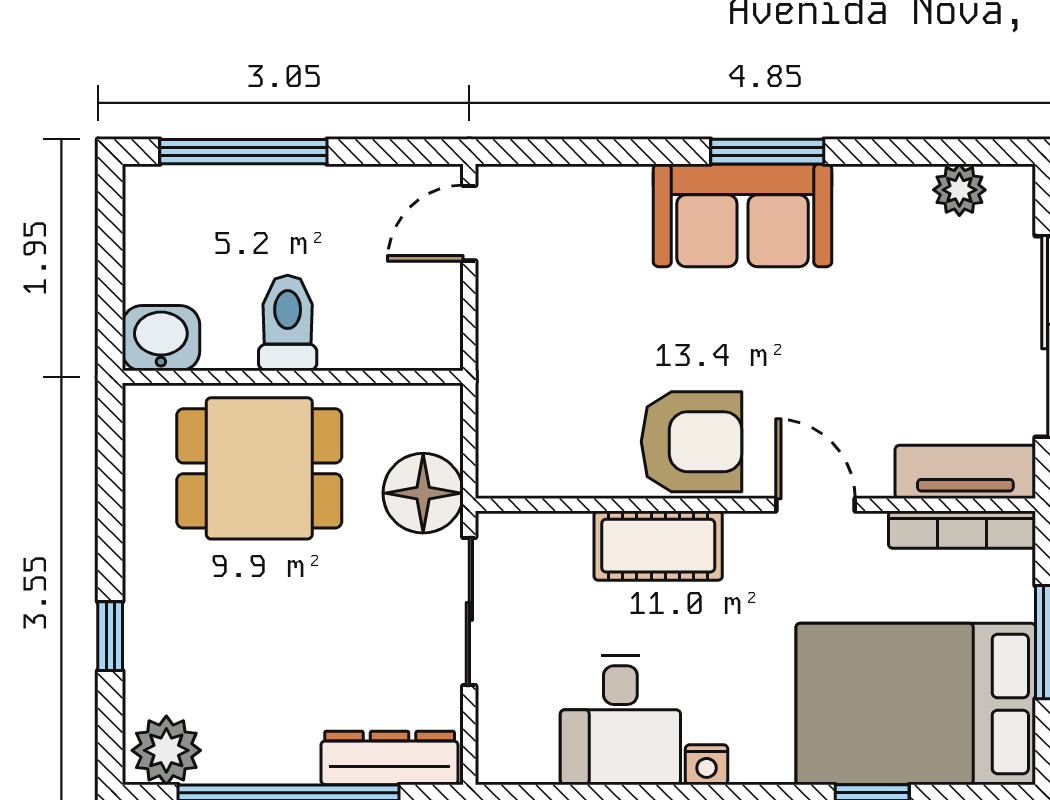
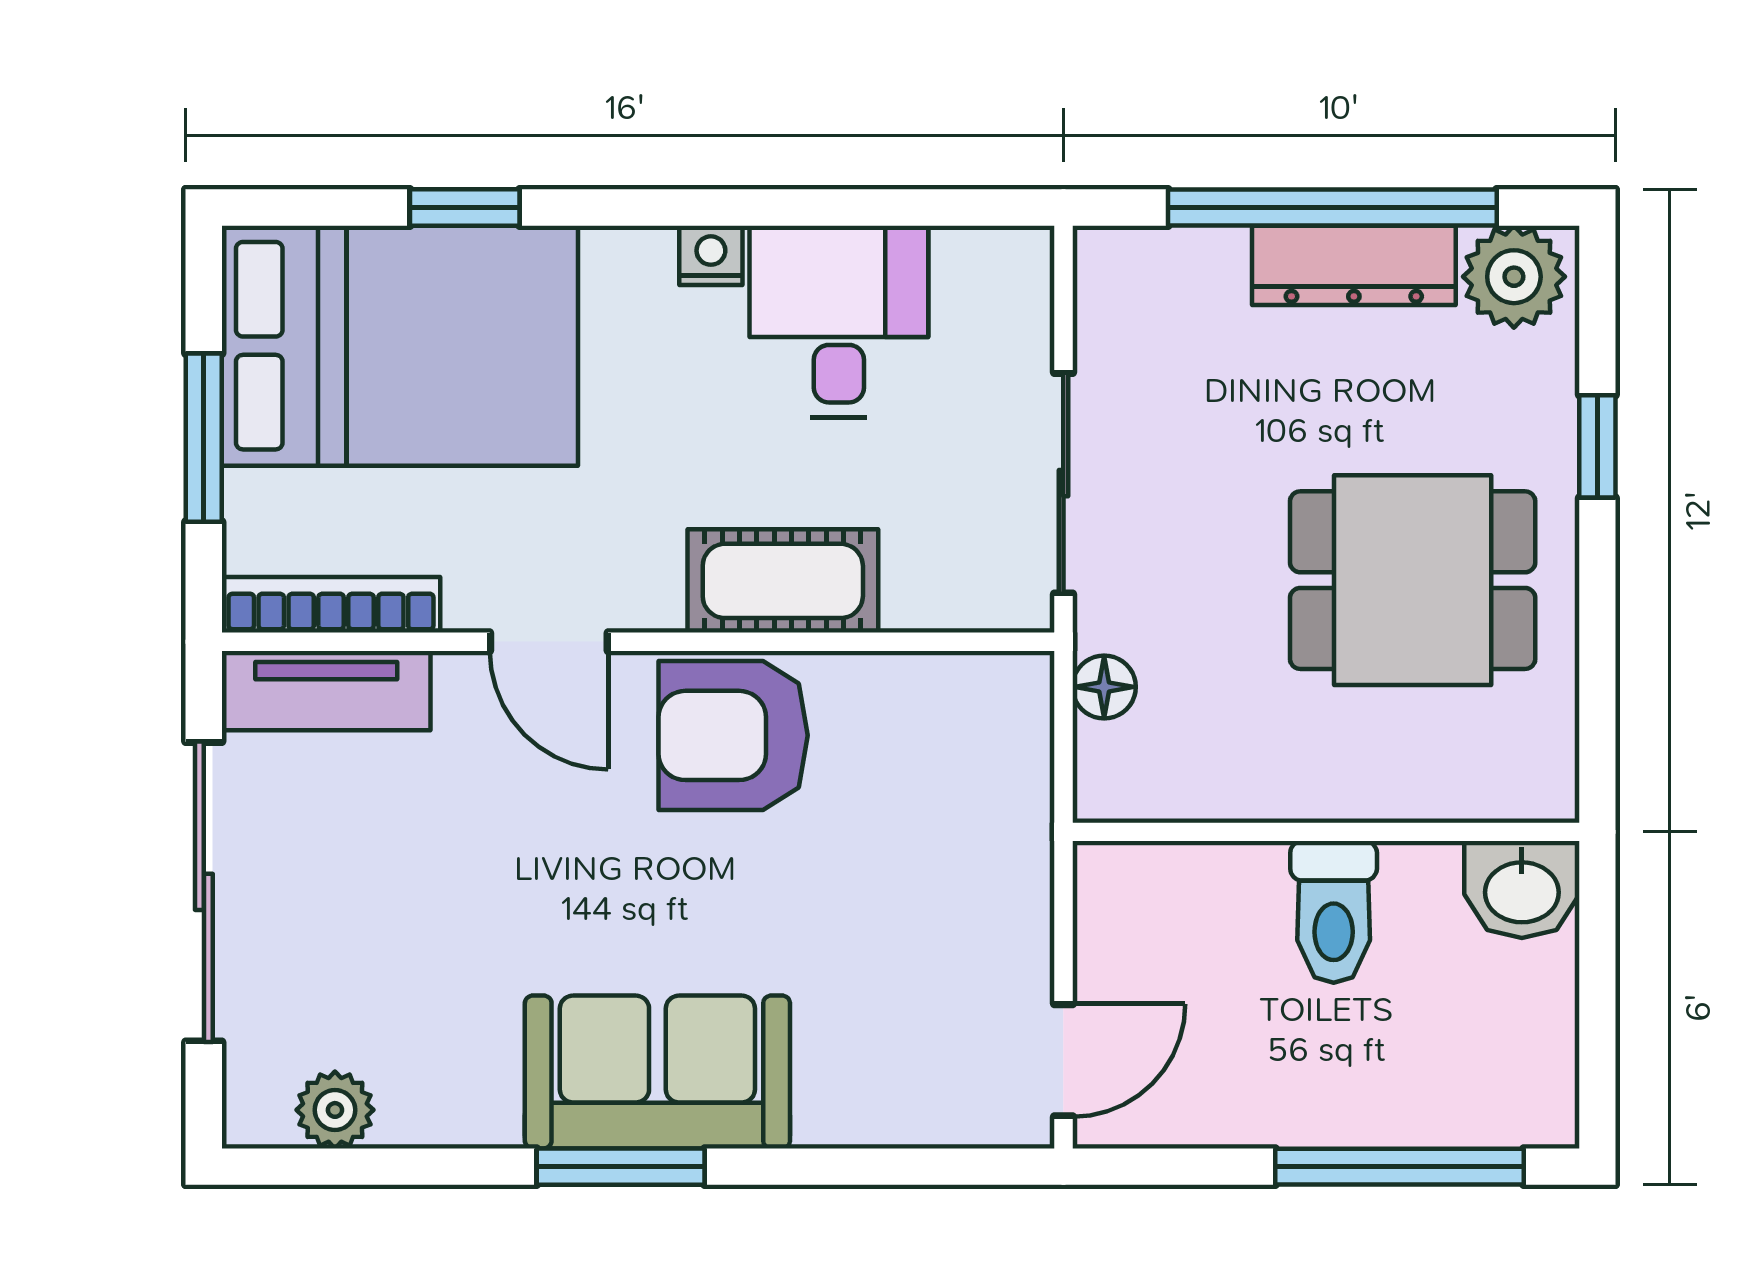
dining table: (259, 468) -> (1413, 580), moved
floor lamp: (423, 493) -> (1104, 687), width x0.53, depth x0.53
dresser: (390, 758) -> (1354, 265), moved

